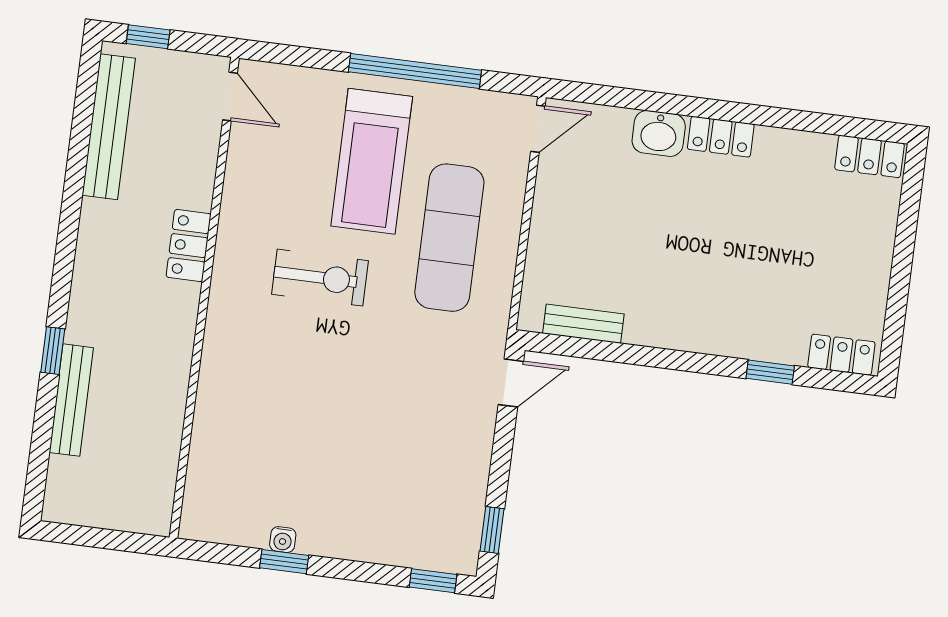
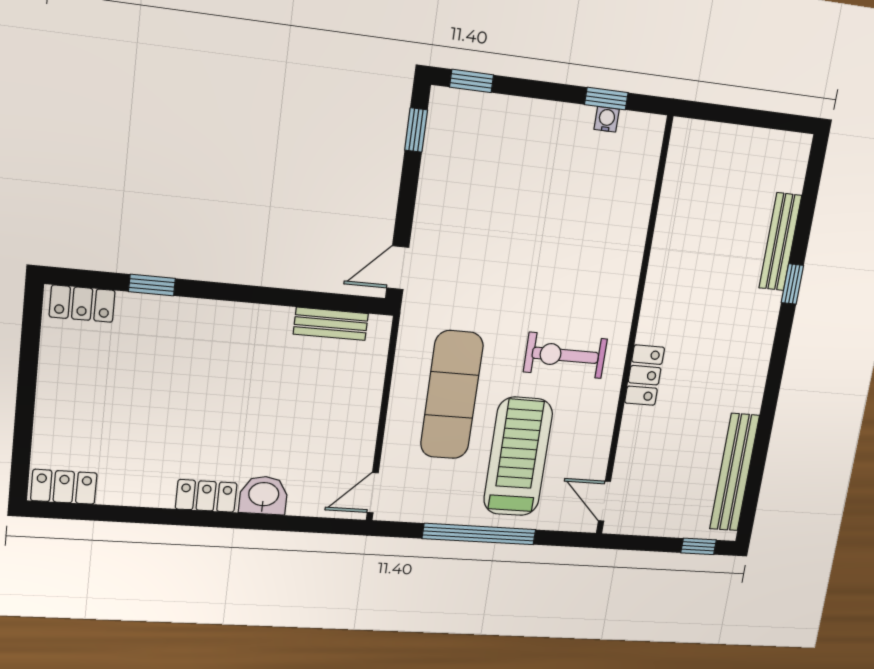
door: (230, 96) -> (605, 501), moved
locker: (189, 246) -> (645, 375), moved
wall: (204, 298) -> (634, 331), moved

